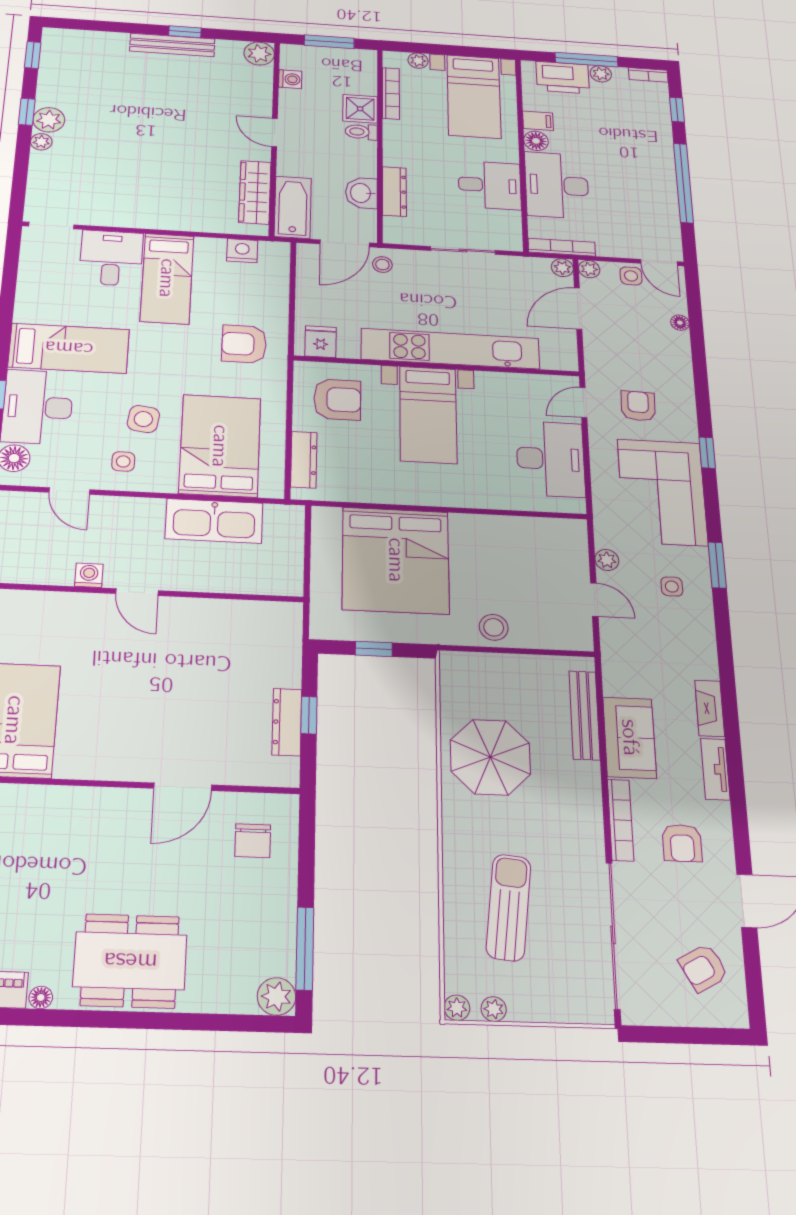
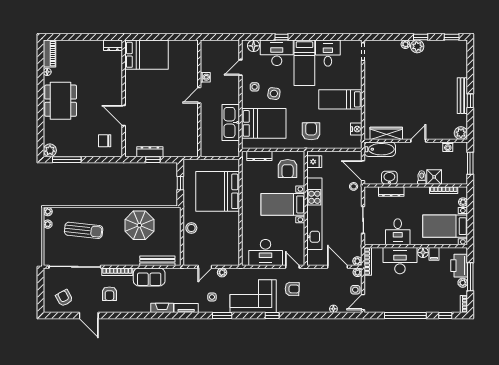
desk: (111, 258) -> (328, 53), moved, turned -90
tv unit: (715, 769) -> (186, 308), moved
armchair: (682, 843) -> (109, 294), turned -90

